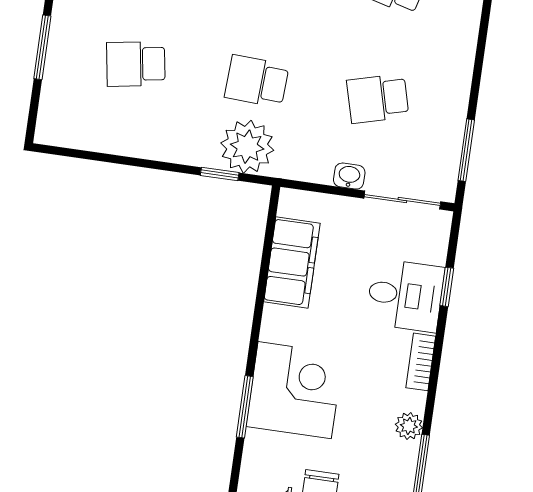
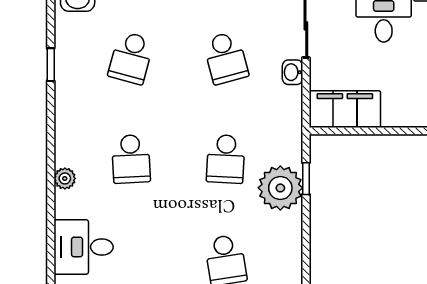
plant: (247, 147) -> (280, 188), moved
filing cabinet: (292, 263) -> (345, 109), moved

